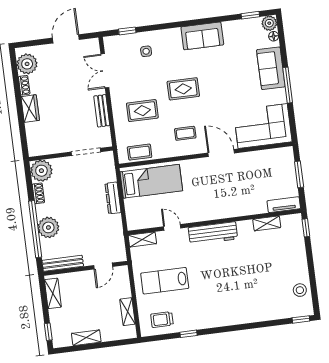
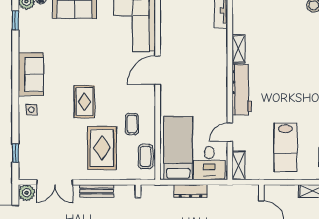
plant: (92, 46) -> (27, 193), added
side table: (146, 51) -> (31, 110), moved
rug: (142, 111) -> (102, 148), width x1.36, depth x1.43
coffee table: (185, 133) -> (132, 124), moved
desk: (141, 212) -> (209, 163), added
shelving: (267, 223) -> (238, 49), moved

